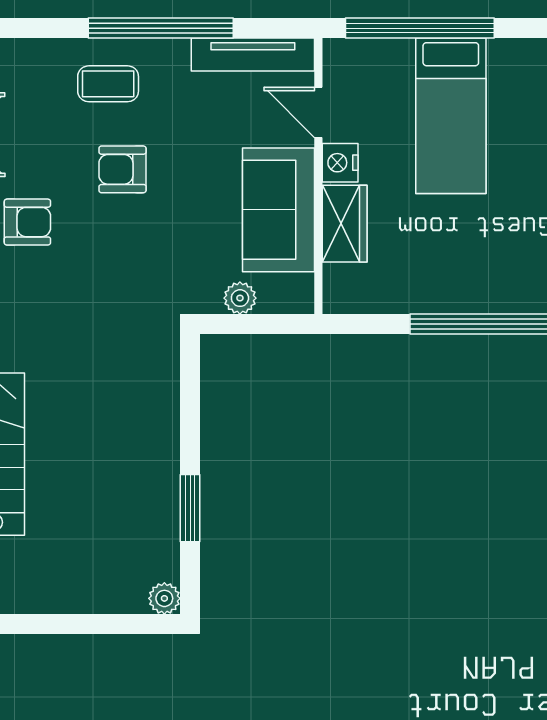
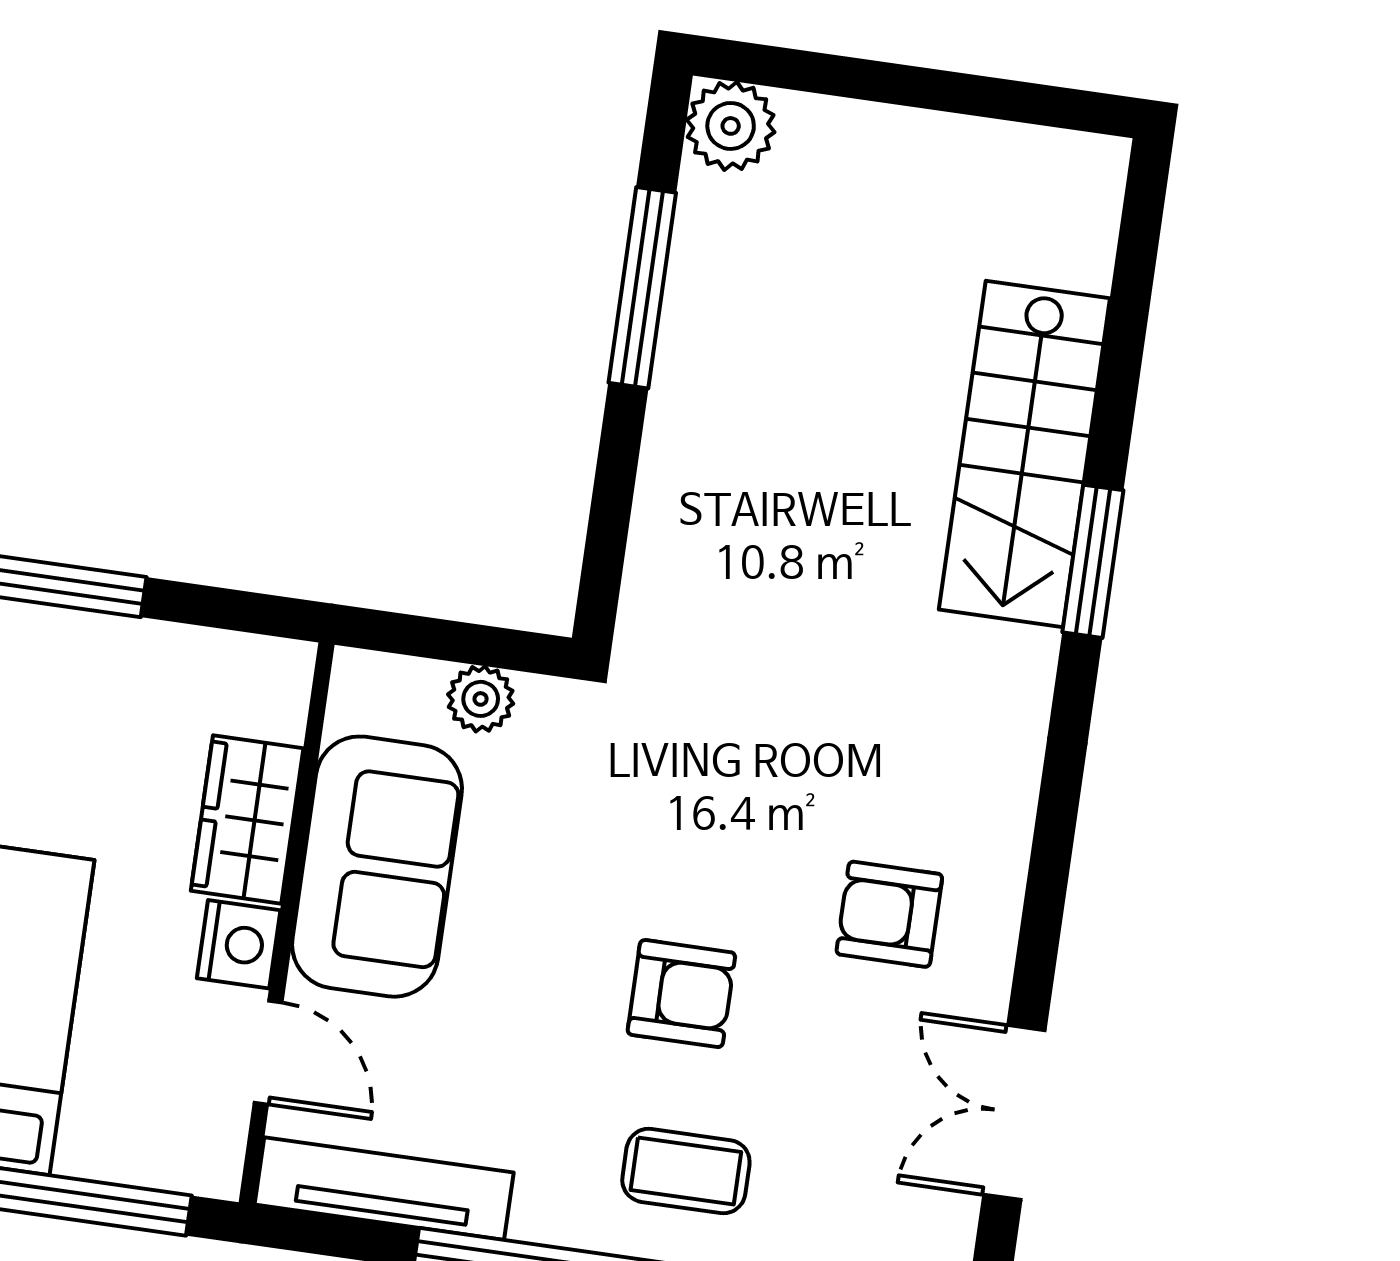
window: (190, 508) -> (642, 288), width x1.44
plant: (164, 598) -> (731, 126), width x1.38, depth x1.38

